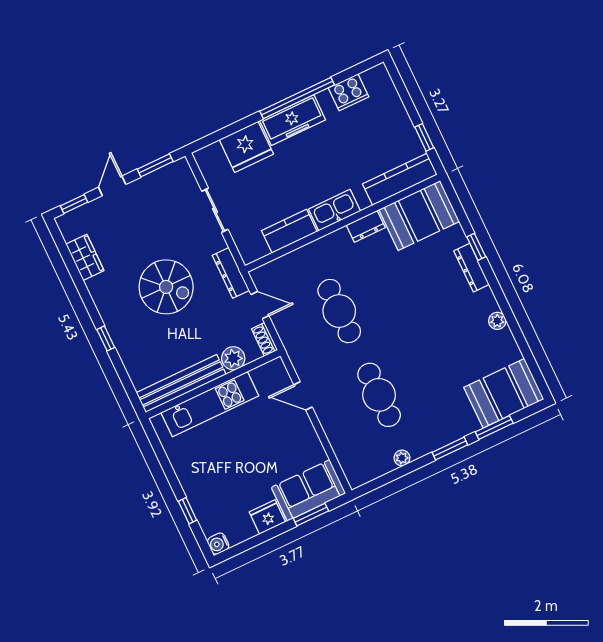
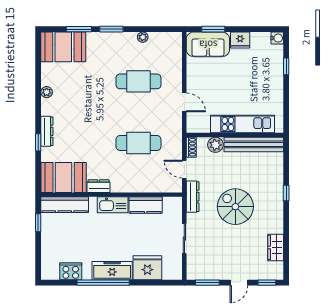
cafe table: (339, 311) -> (138, 143), turned 90
cafe table: (379, 395) -> (138, 81), turned 90

